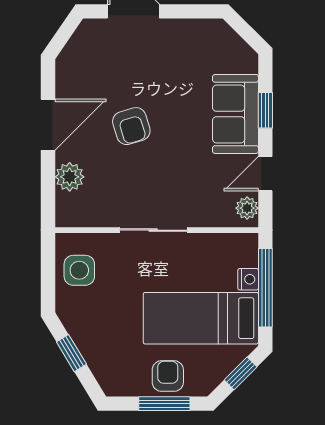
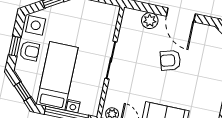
side table: (79, 270) -> (36, 25), moved
window: (164, 404) -> (15, 46), width x0.67

